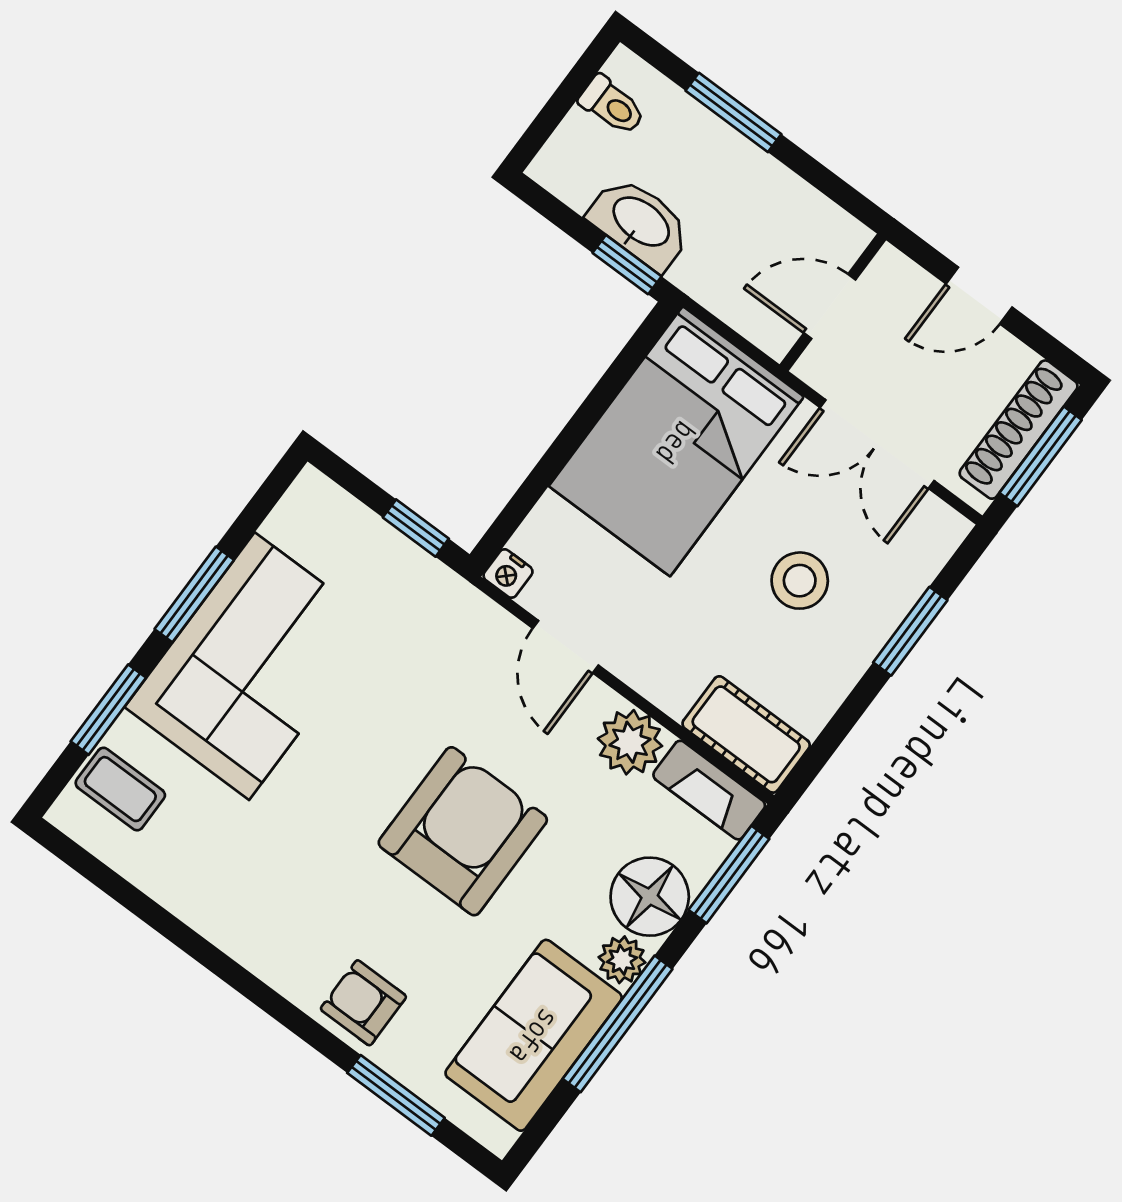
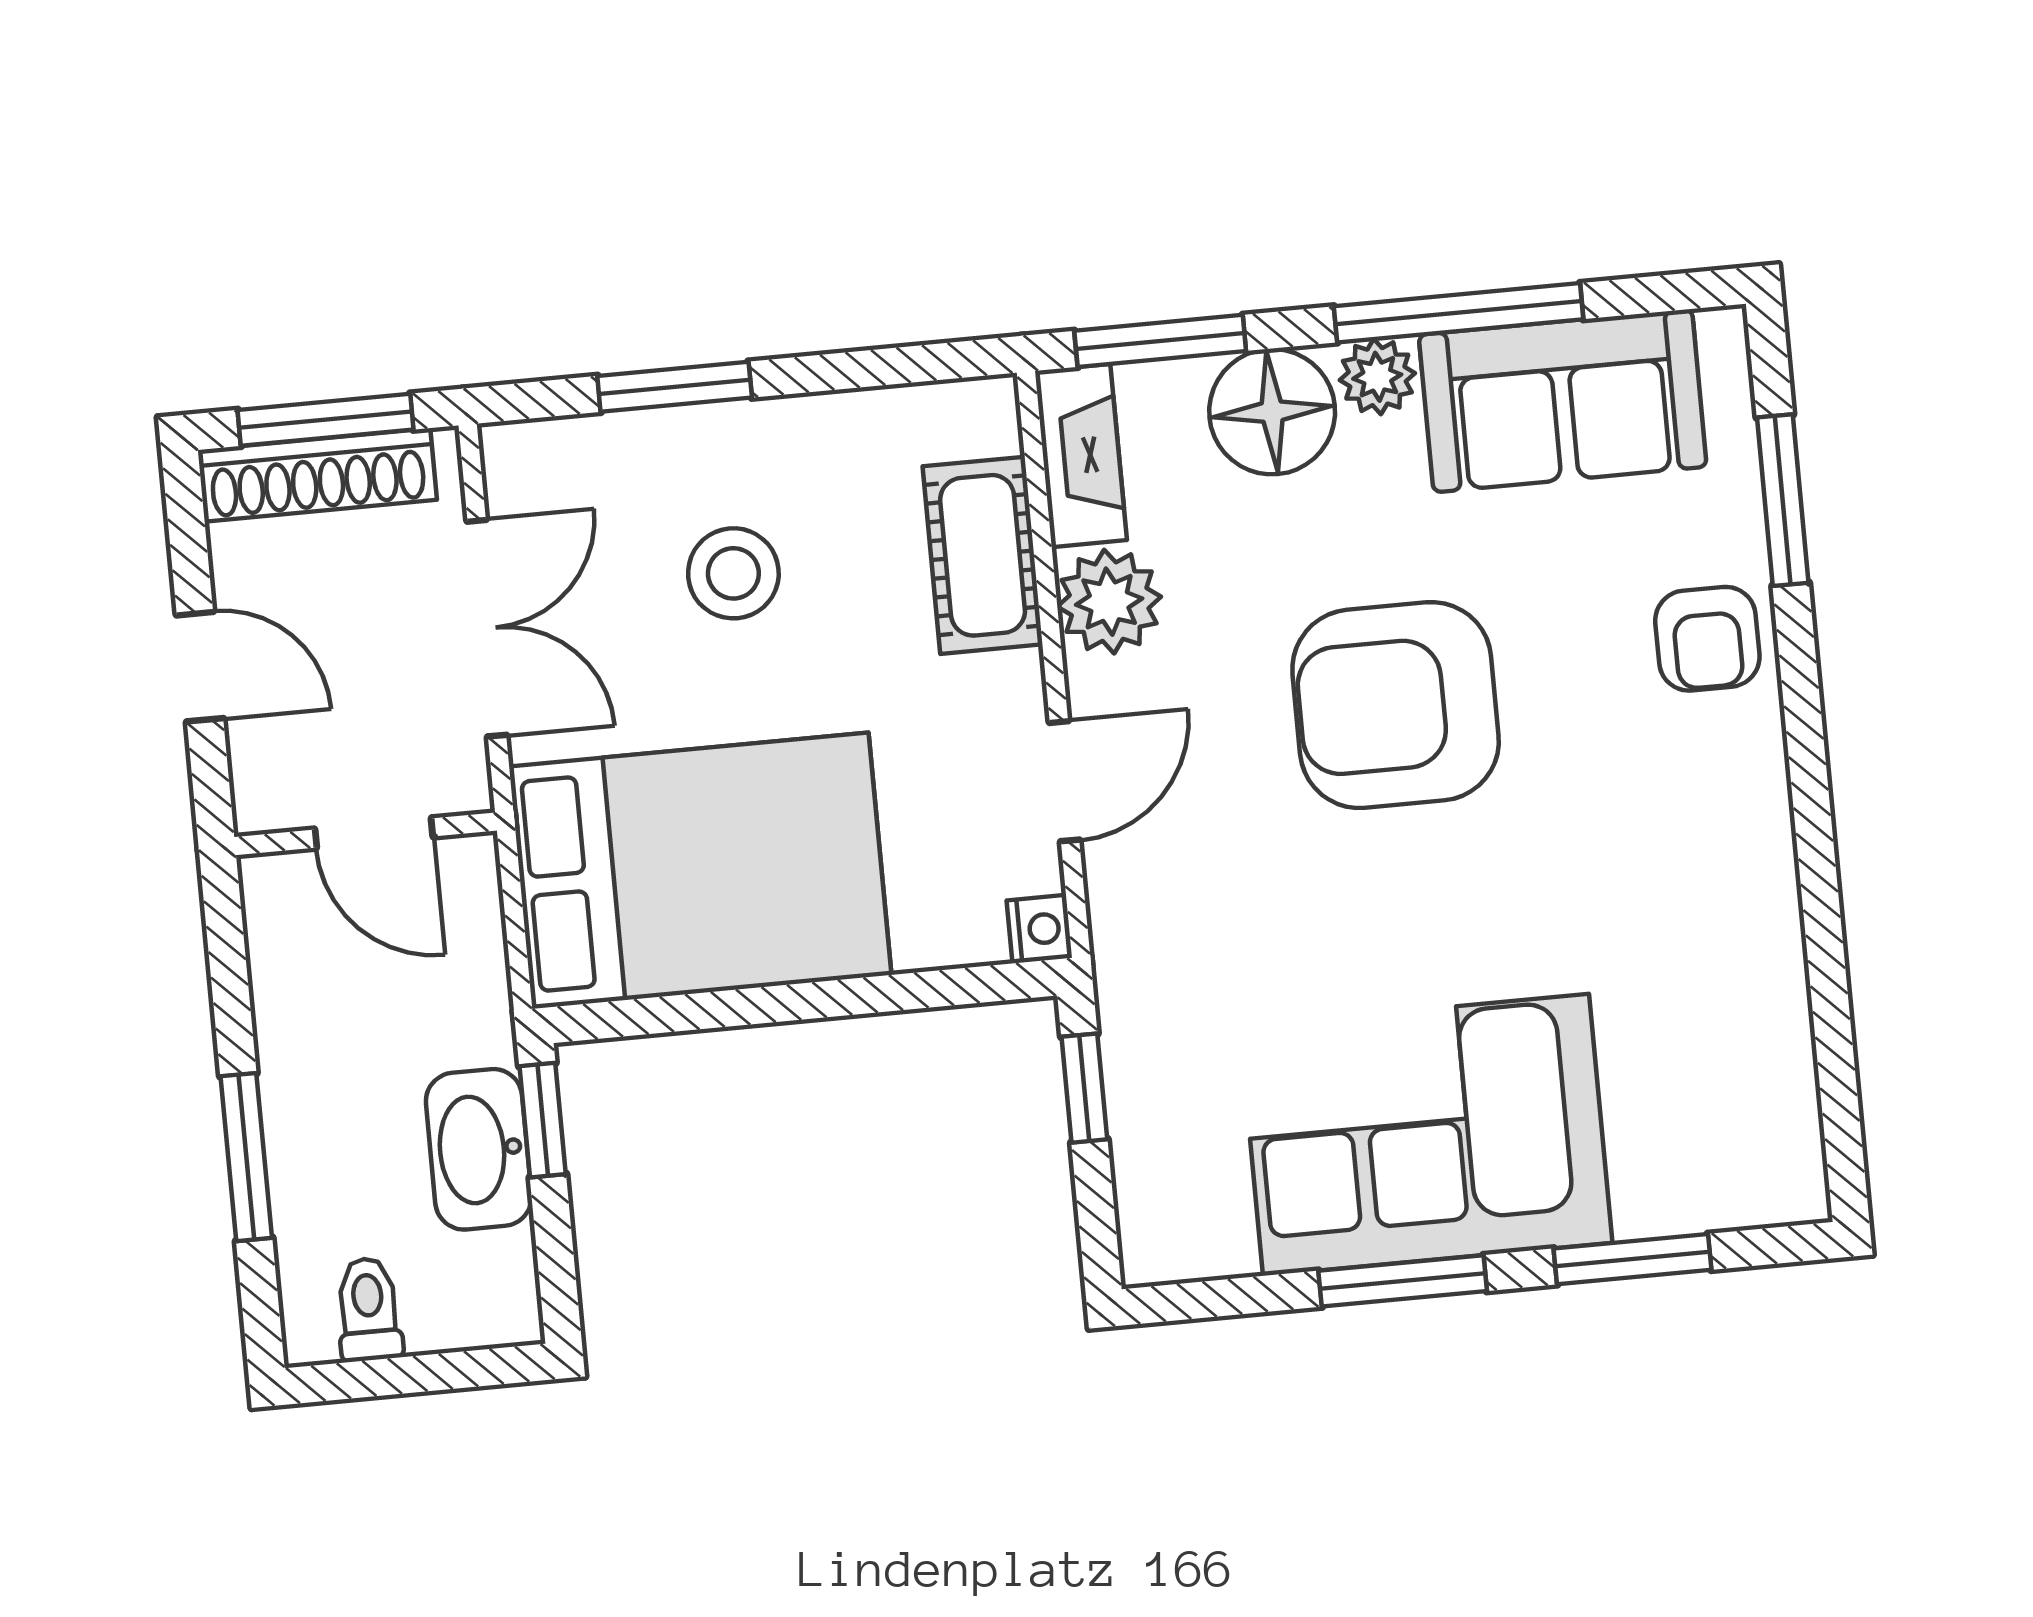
cot: (746, 734) -> (983, 555), moved
coffee table: (120, 789) -> (1714, 1159), removed

